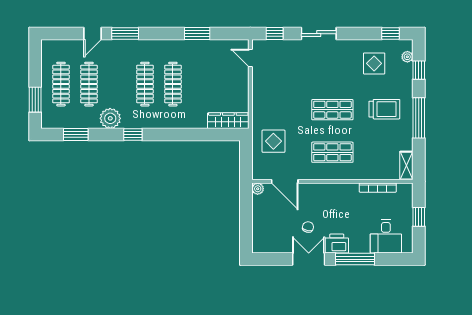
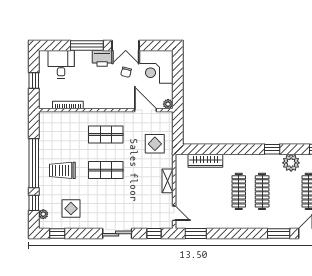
window: (197, 34) -> (196, 234), moved
window: (419, 118) -> (34, 163), width x1.46
wardrobe: (228, 121) -> (205, 161), moved
shelving: (406, 166) -> (168, 181), moved
corner desk: (272, 233) -> (156, 67), added

